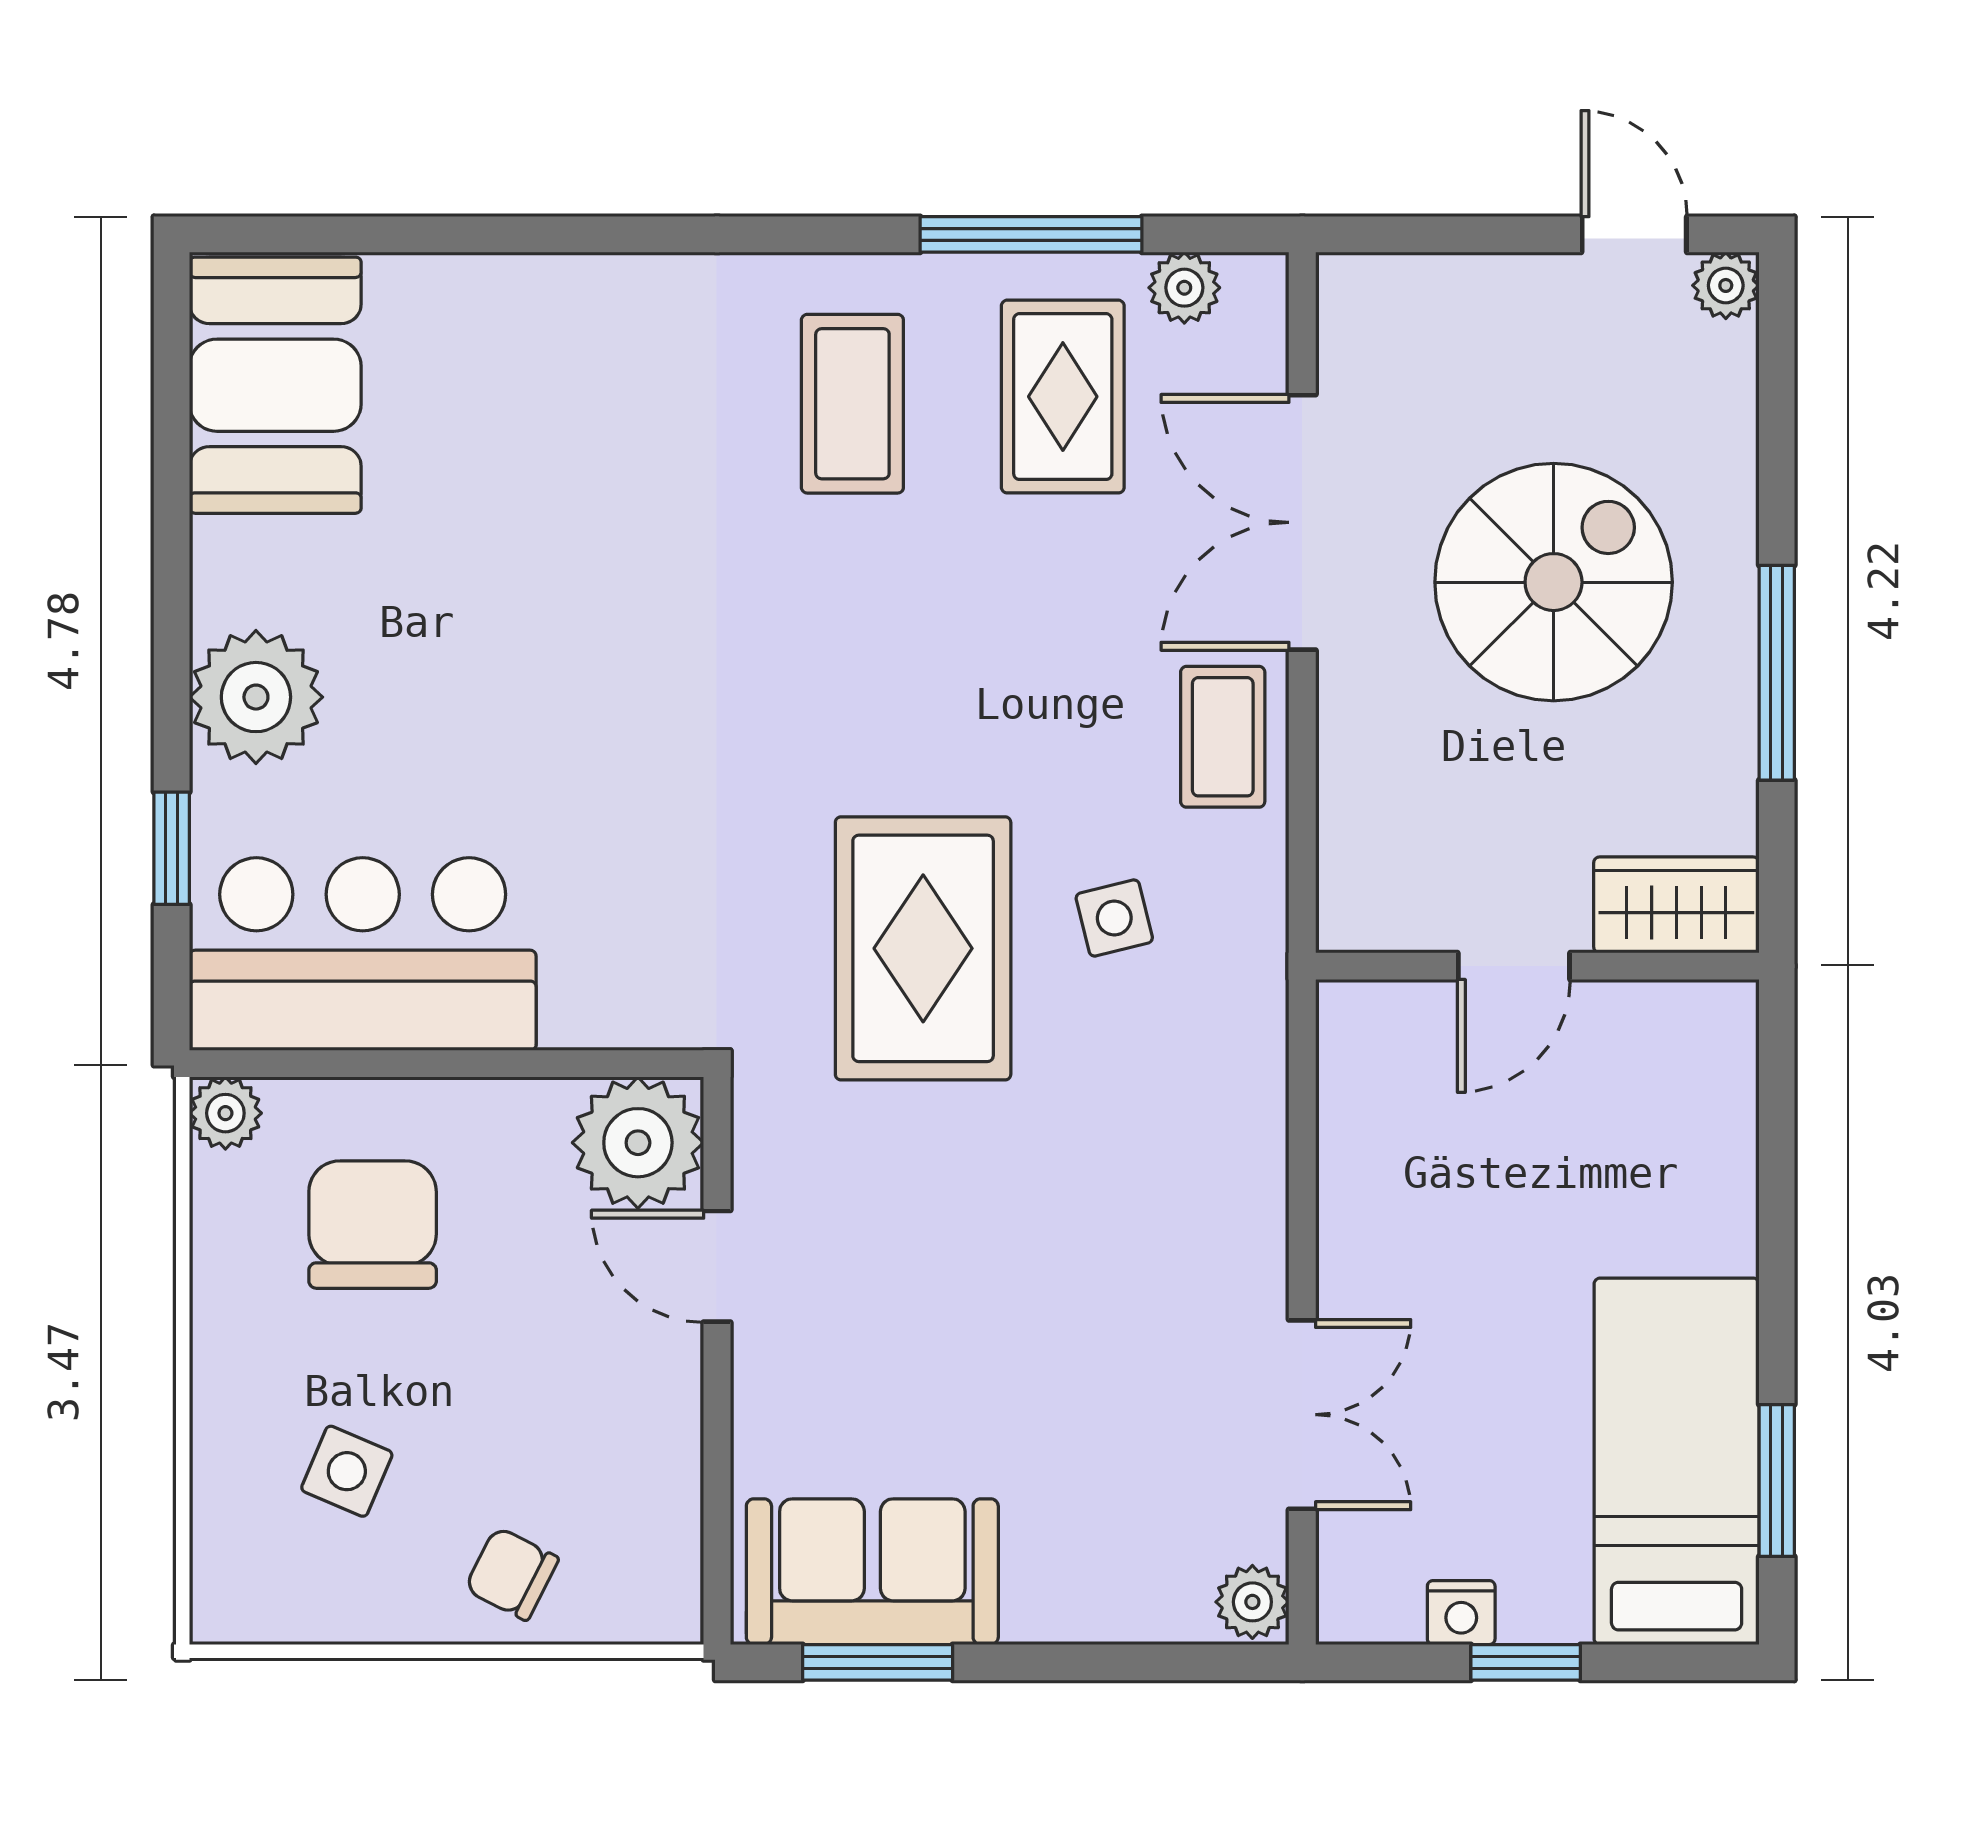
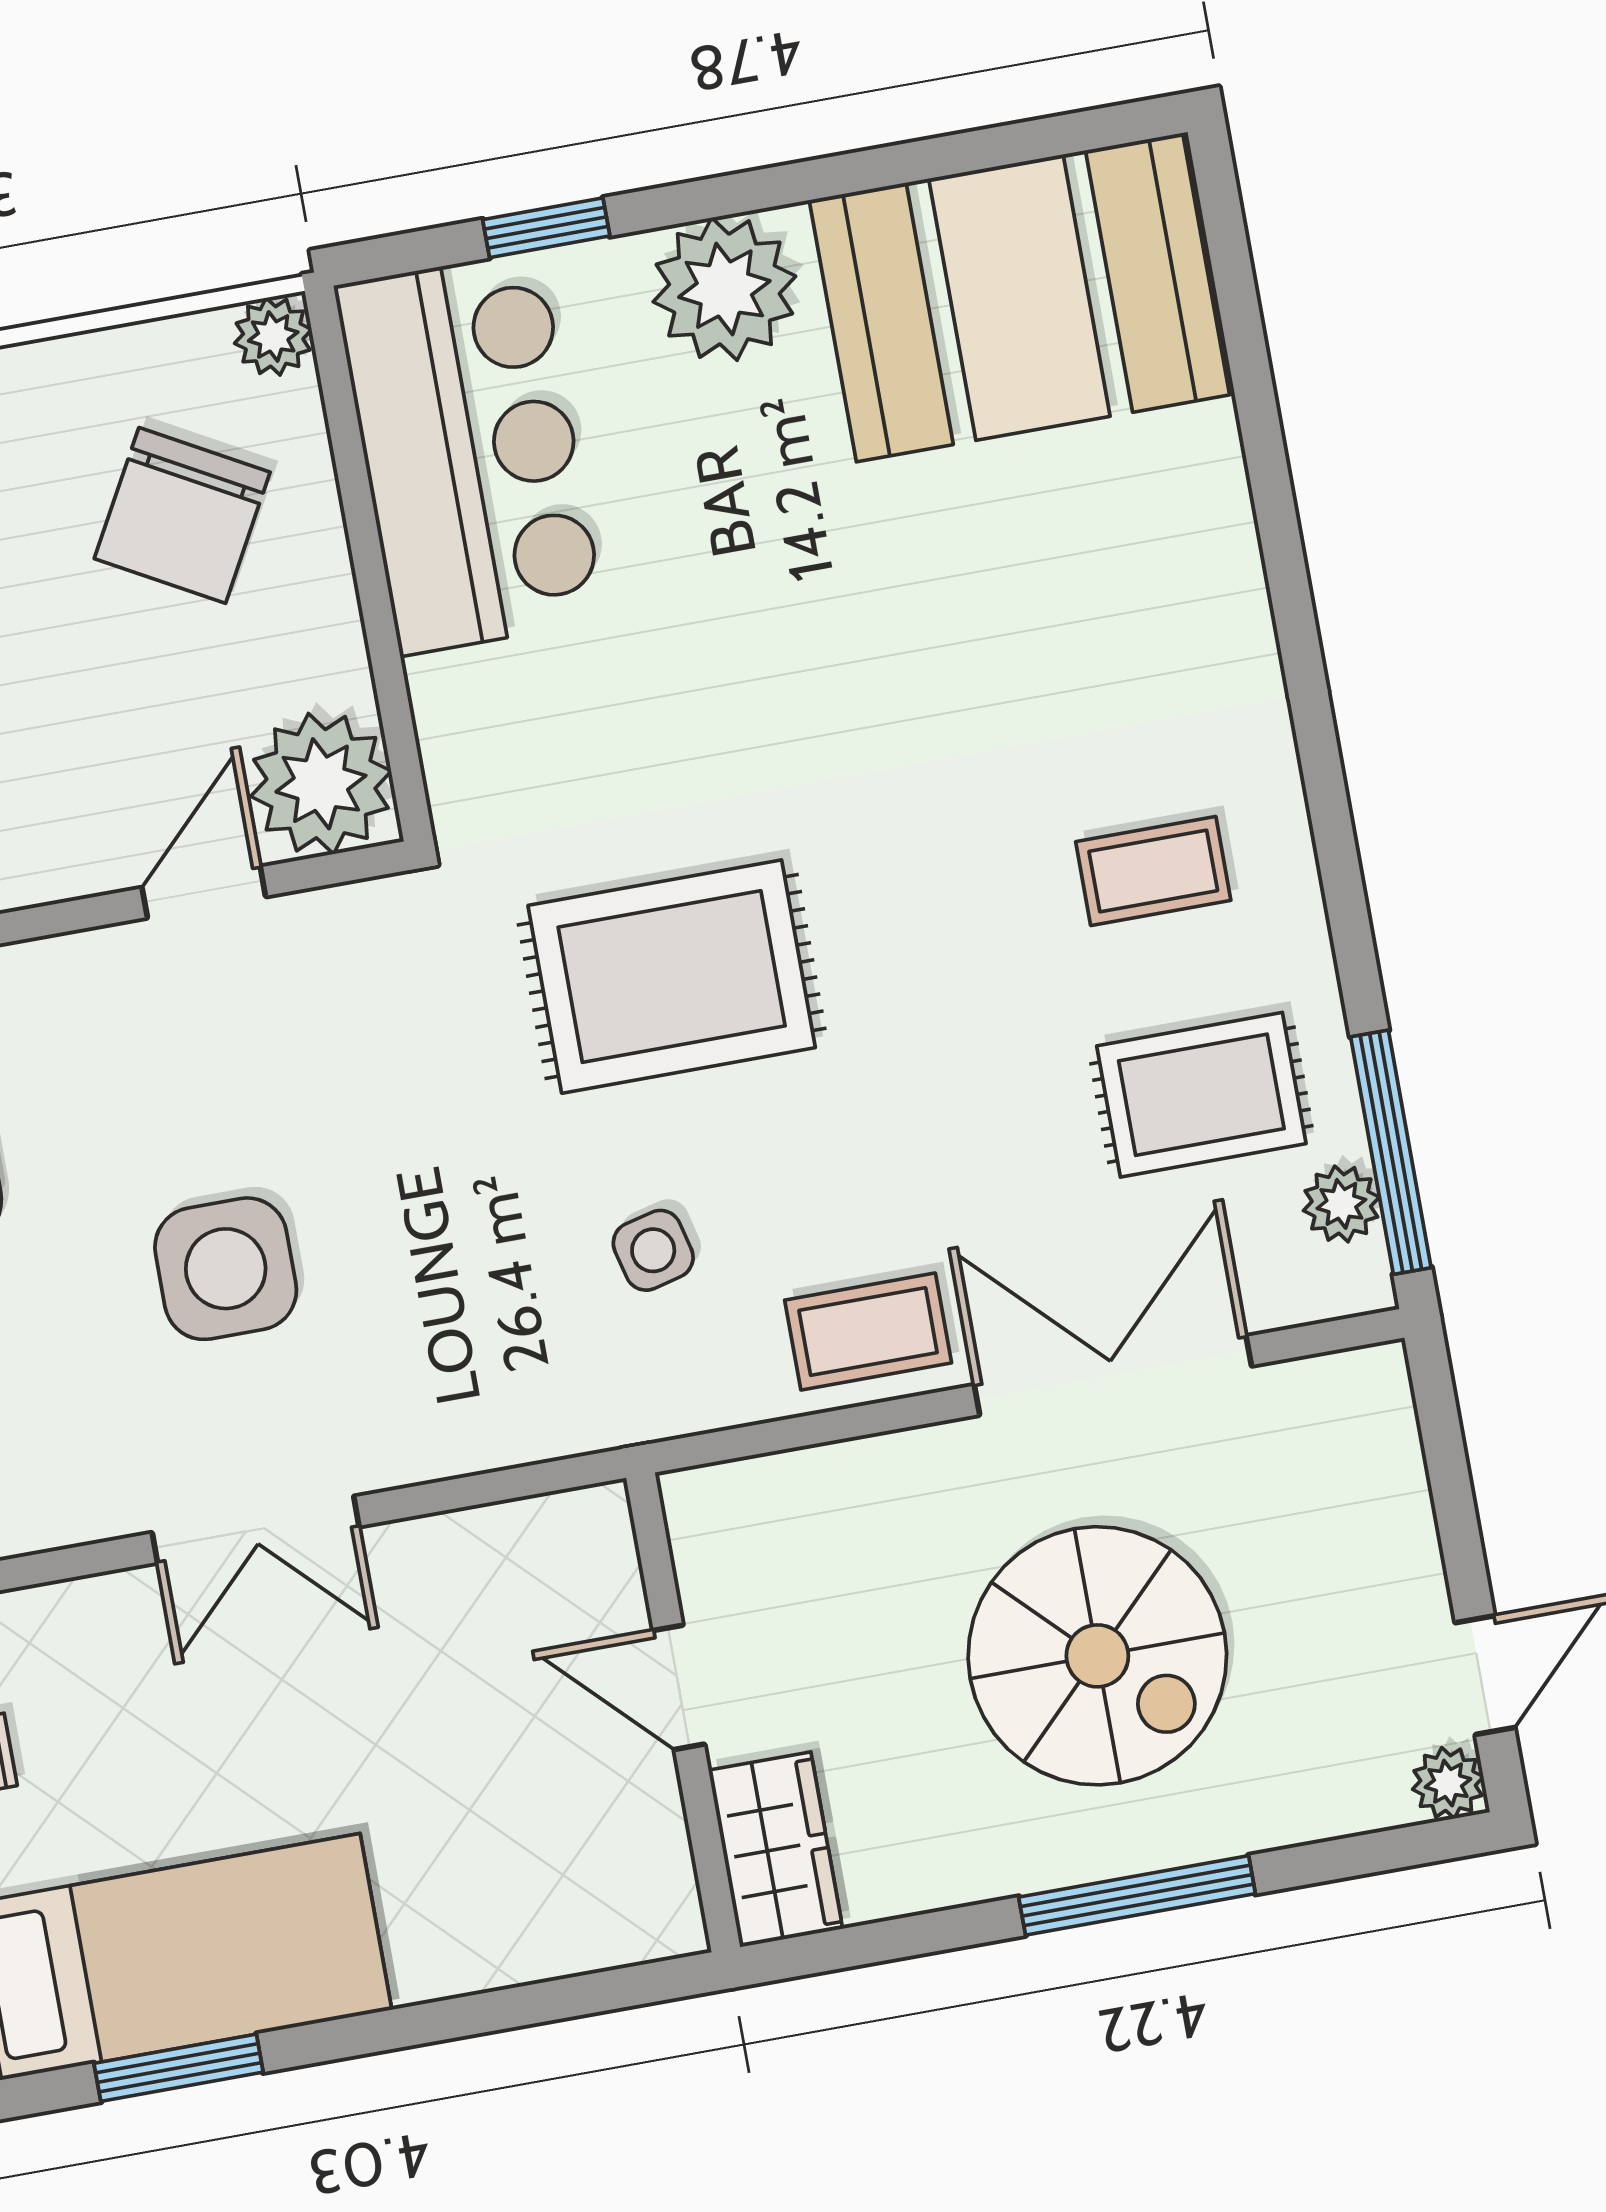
window: (1031, 234) -> (1391, 1152), moved
booth: (275, 385) -> (1019, 297), width x1.36, depth x1.42
coffee table: (852, 404) -> (1153, 871), width x0.73, depth x0.77
window: (1777, 673) -> (1137, 1895), moved
rug: (923, 948) -> (672, 977), moved
chair: (373, 1225) -> (182, 515), turned 119
side table: (1061, 1308) -> (226, 1269), added
double door: (1302, 1415) -> (256, 1530), moved

